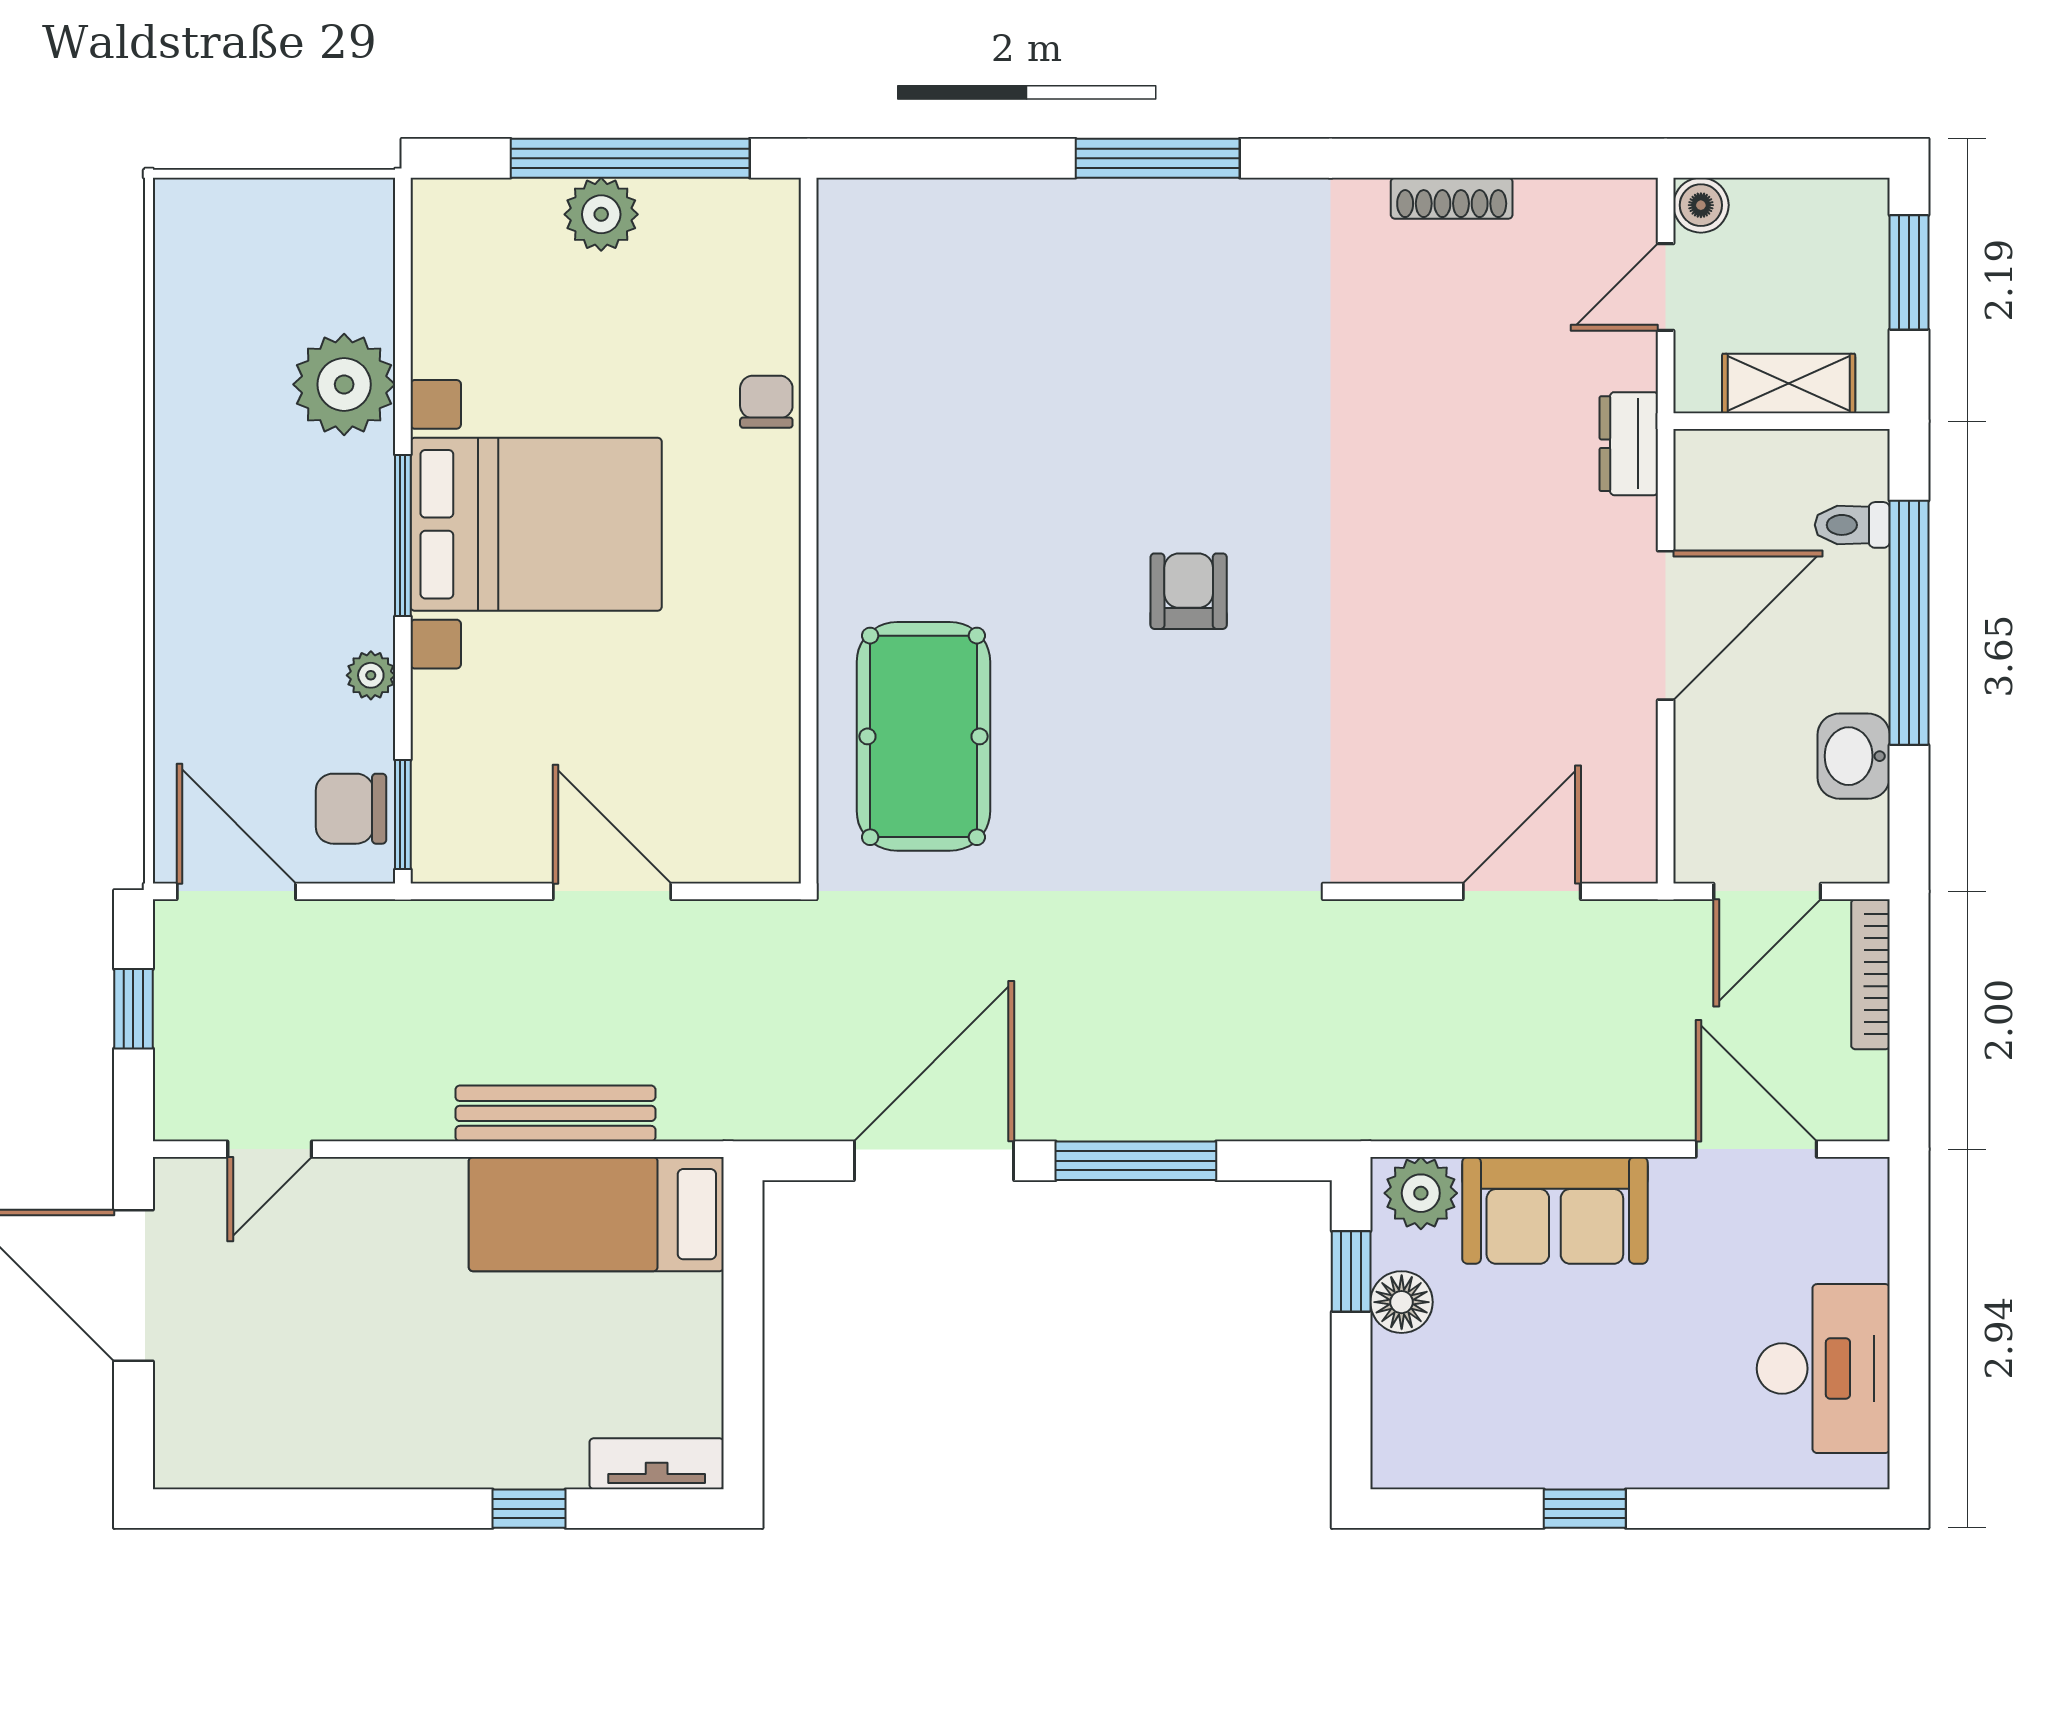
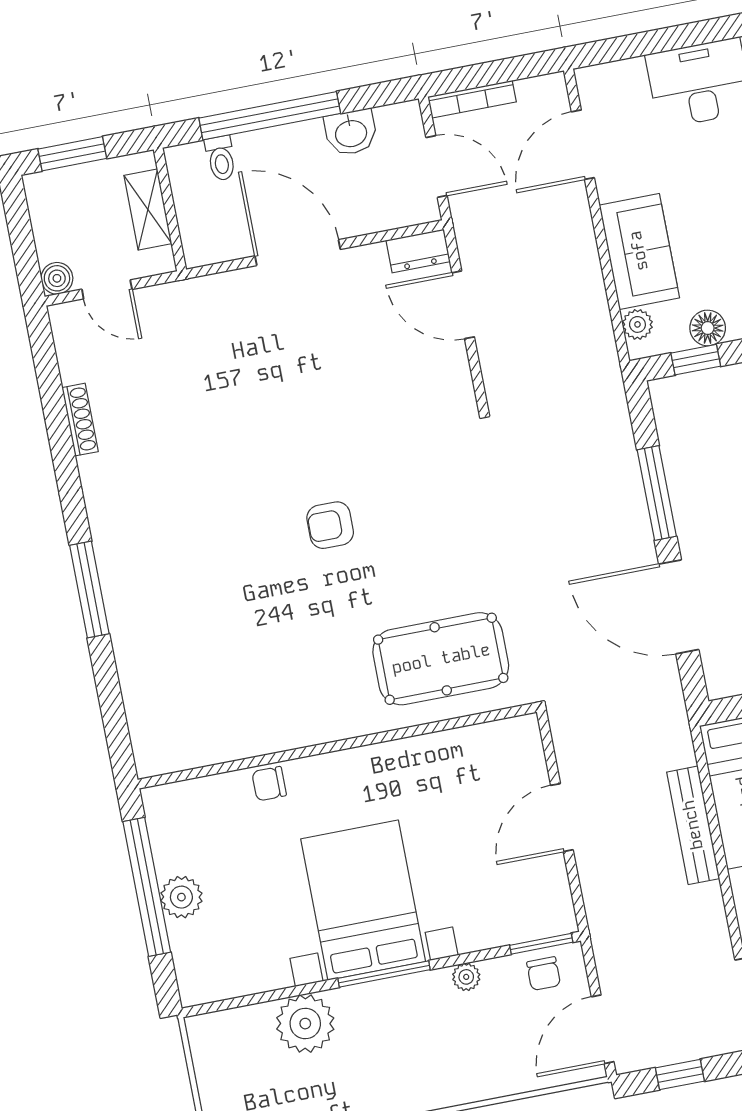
dresser: (1629, 444) -> (418, 251), moved
chair: (351, 809) -> (544, 974), width x0.73, depth x0.73
plant: (1421, 1193) -> (637, 324), width x0.73, depth x0.73

